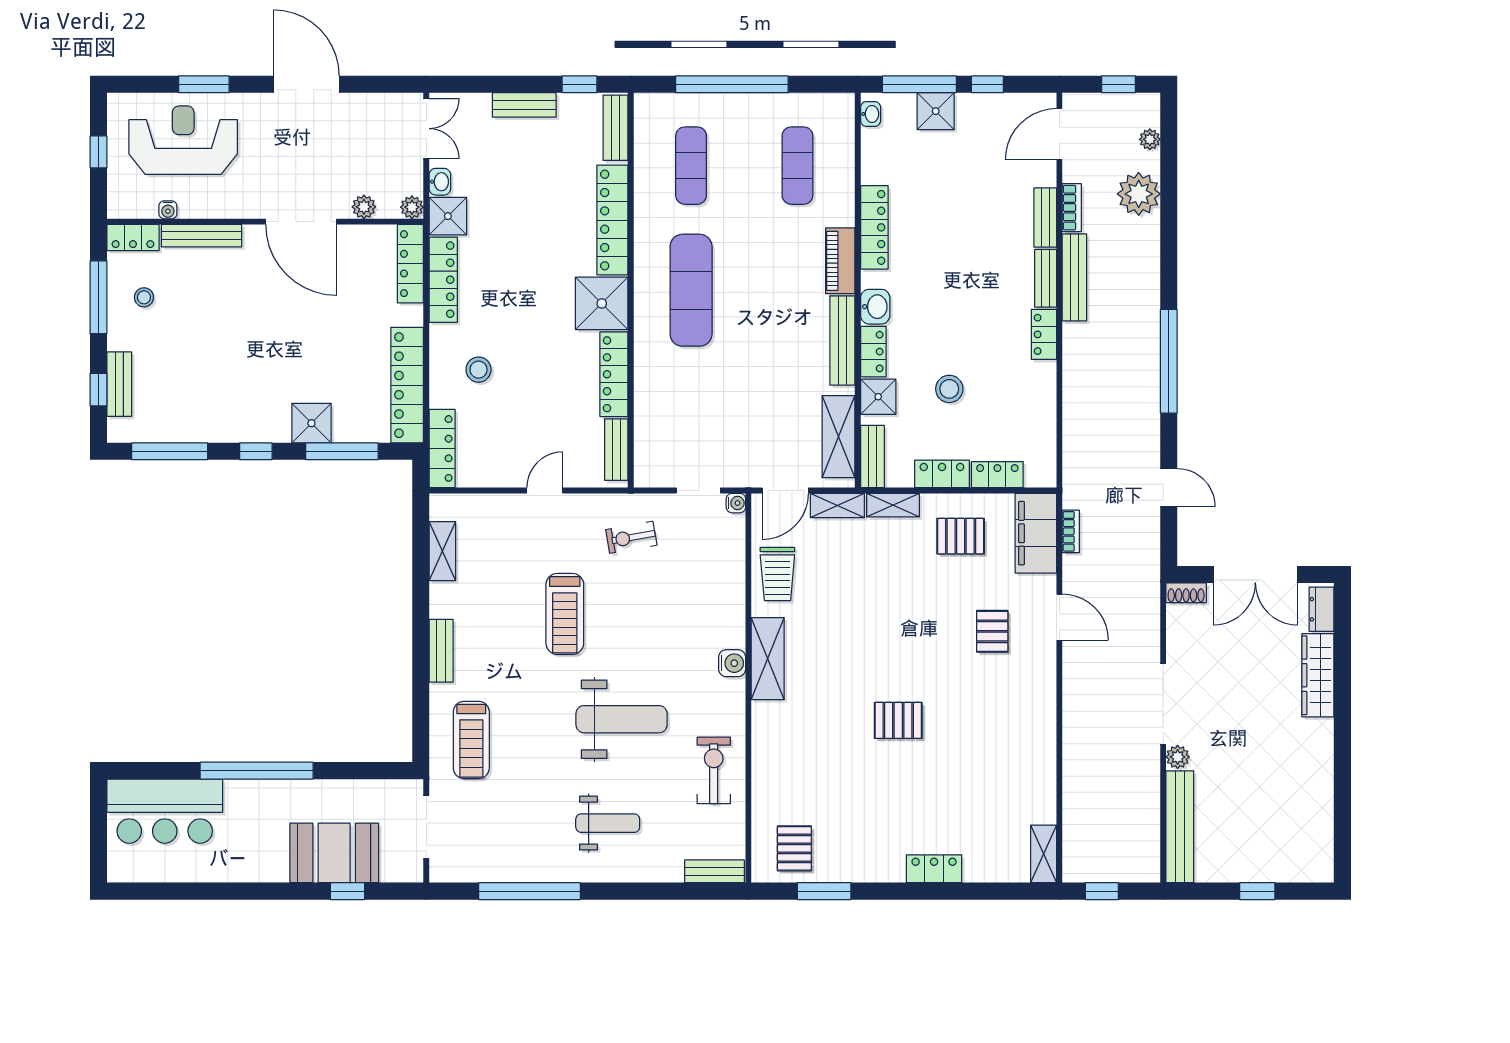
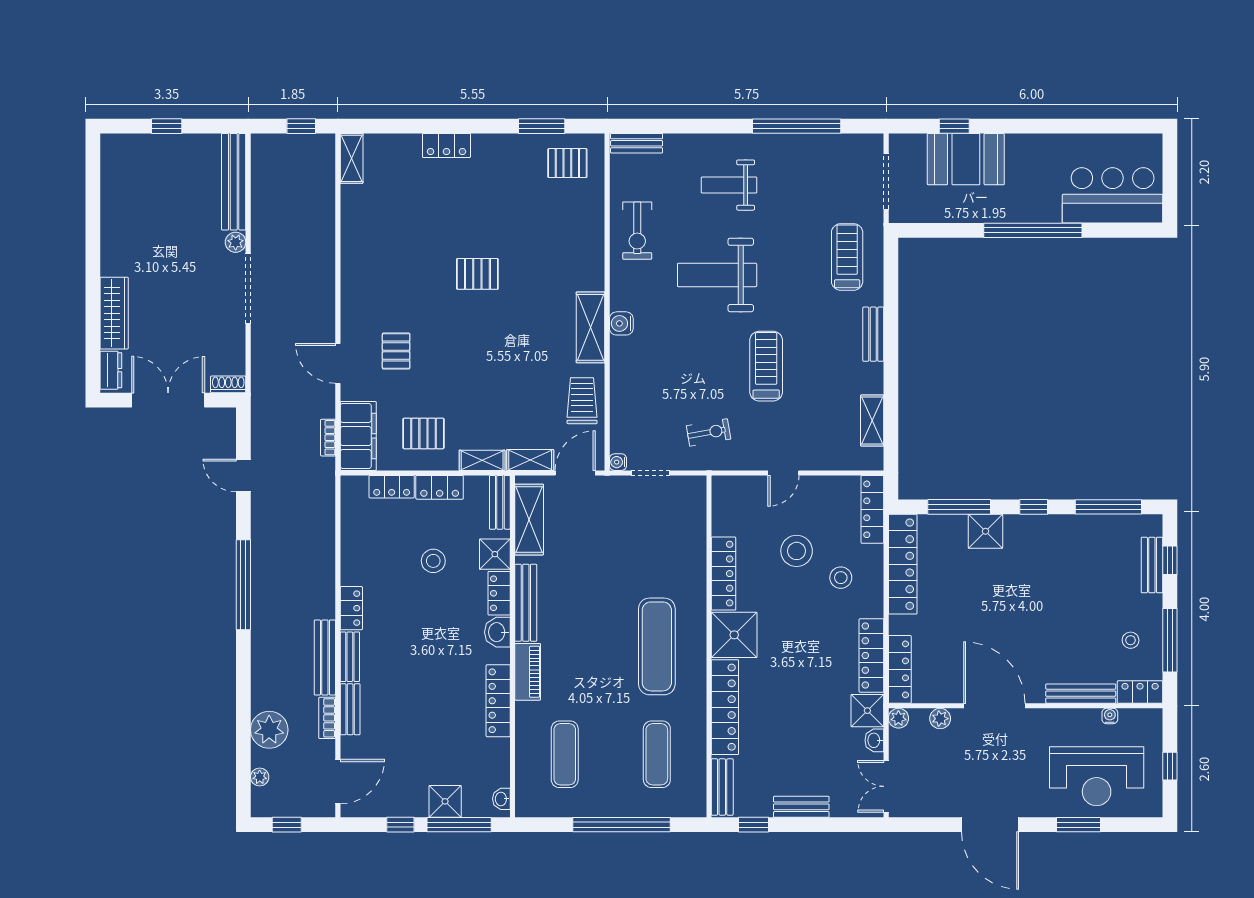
stool: (530, 400) -> (797, 551), added
bench: (616, 450) -> (722, 508), removed
pallet: (794, 848) -> (567, 163), turned 90

